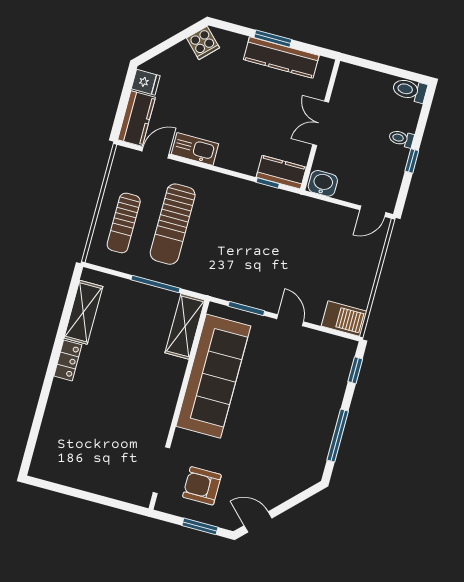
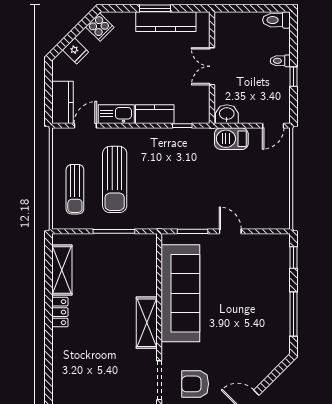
fridge: (146, 82) -> (75, 51), moved, turned 45
kitchen counter: (281, 172) -> (155, 114), moved
barbecue: (344, 319) -> (231, 139), moved, turned 180
shelving: (185, 326) -> (147, 323), moved

